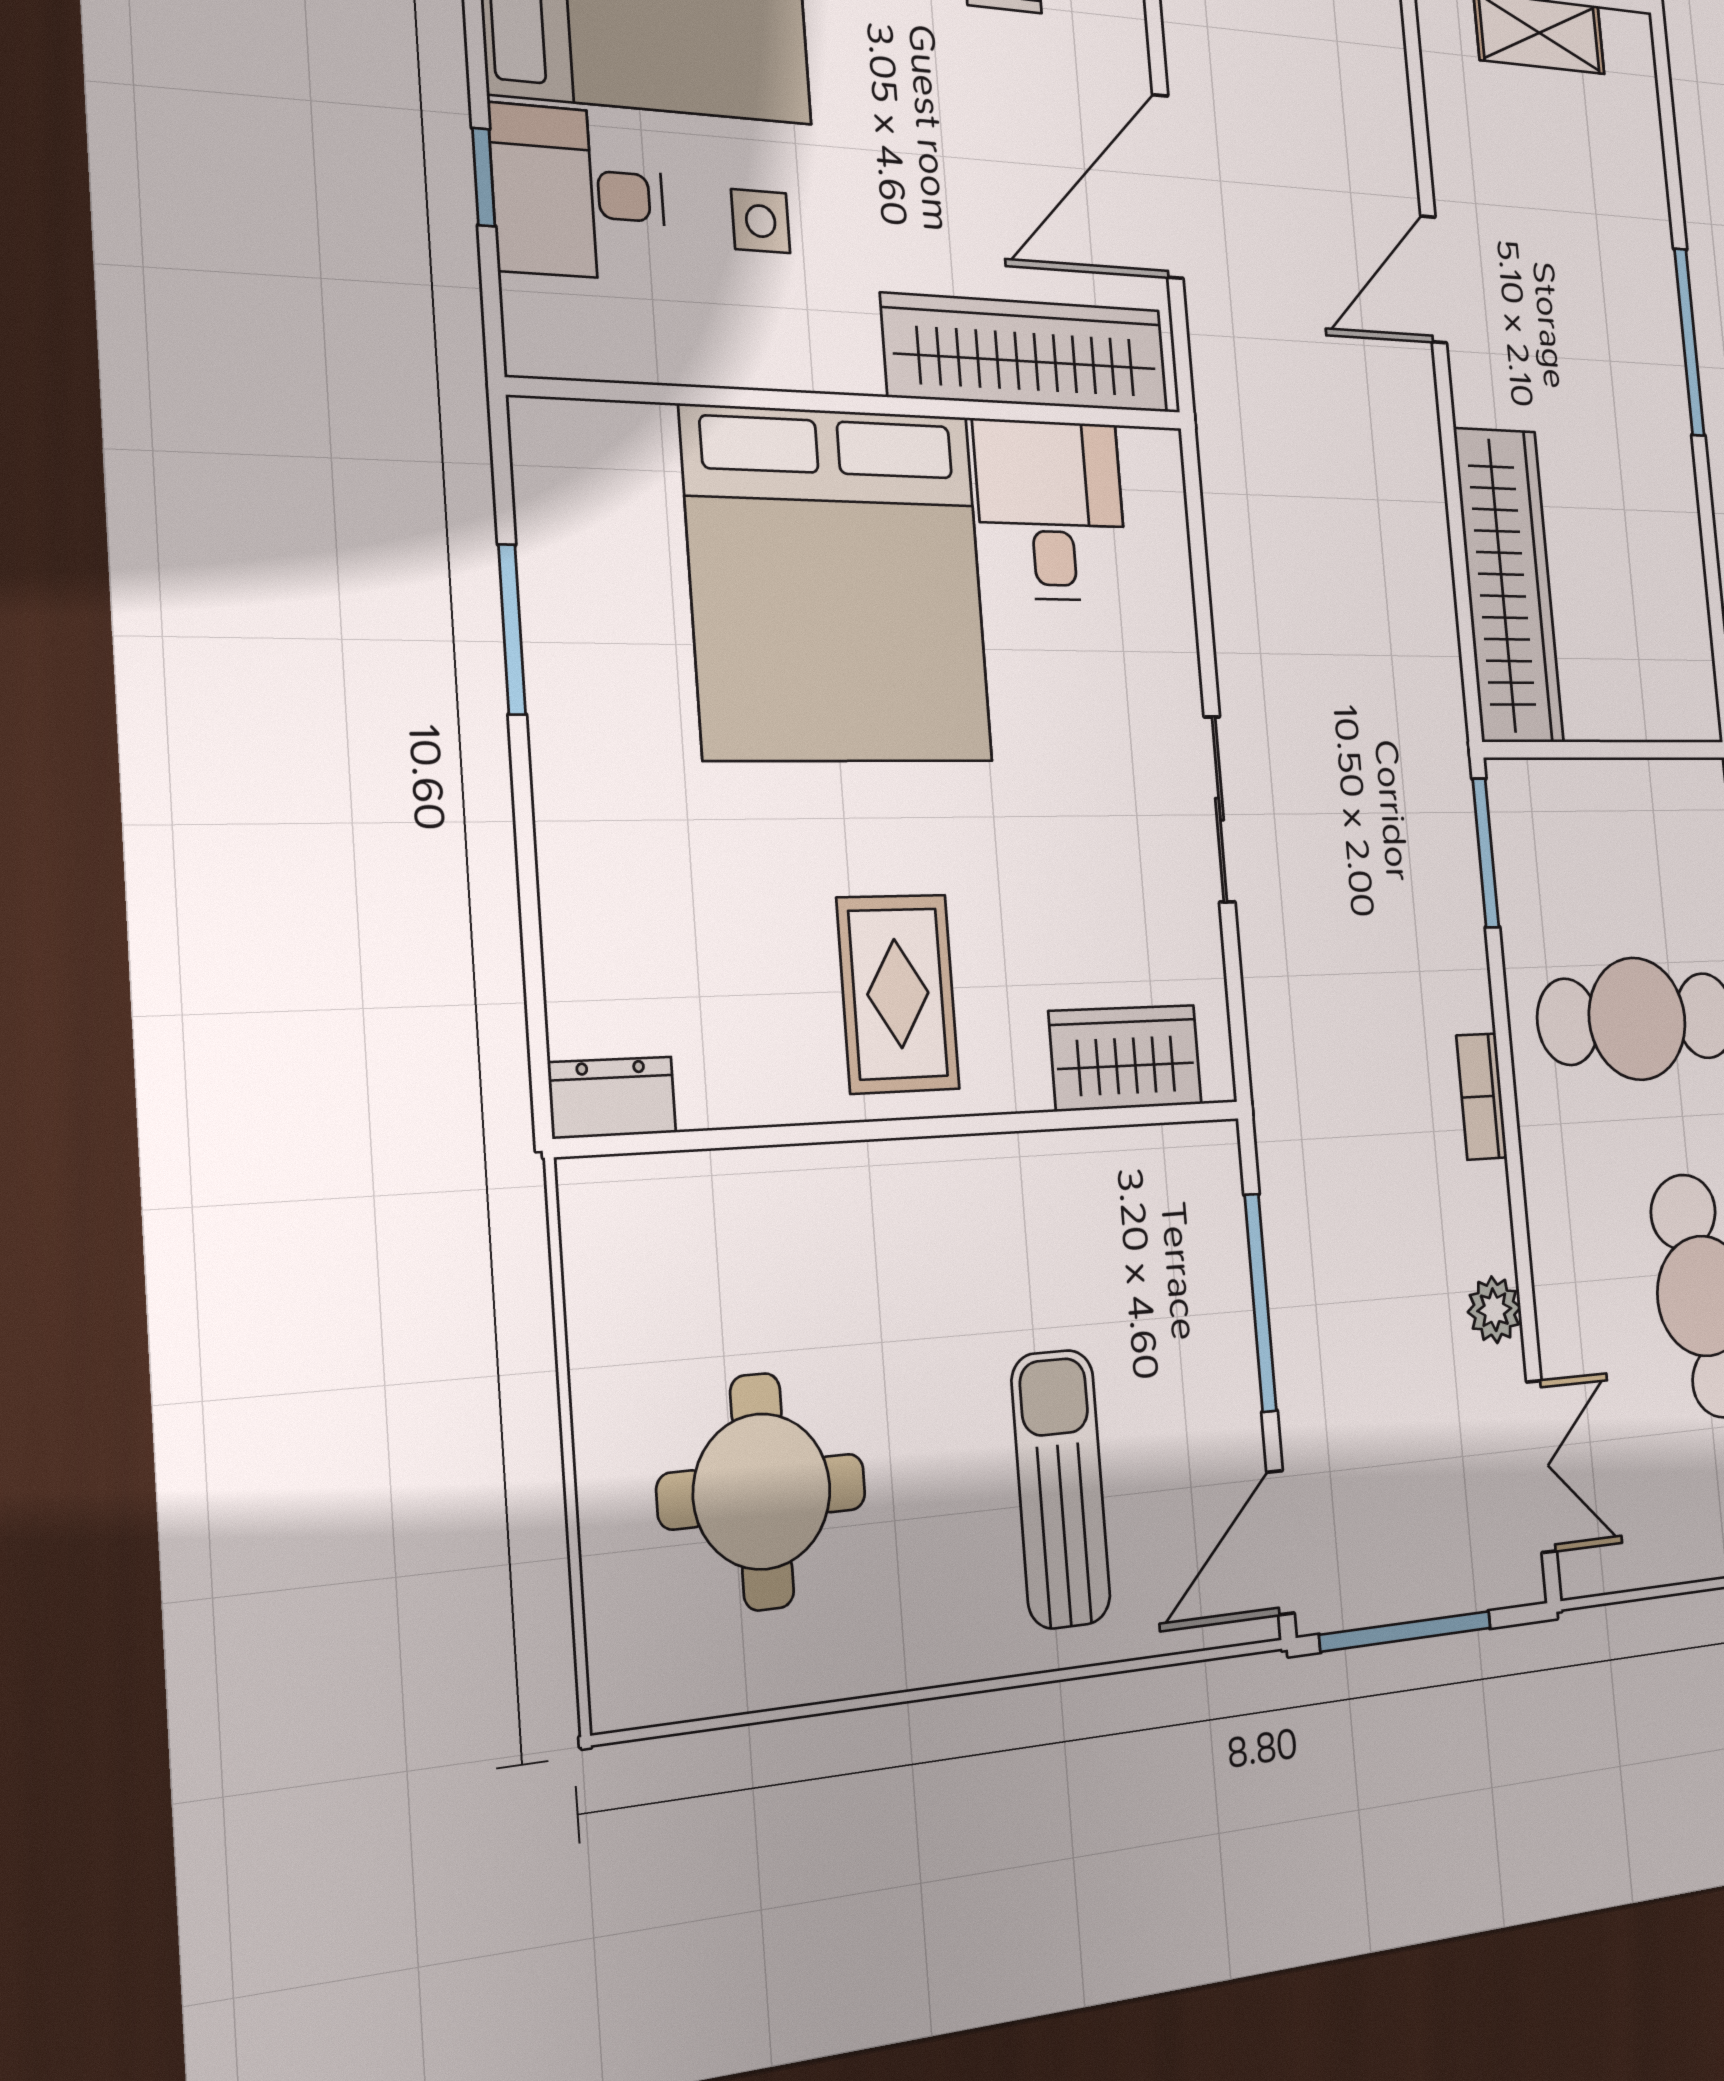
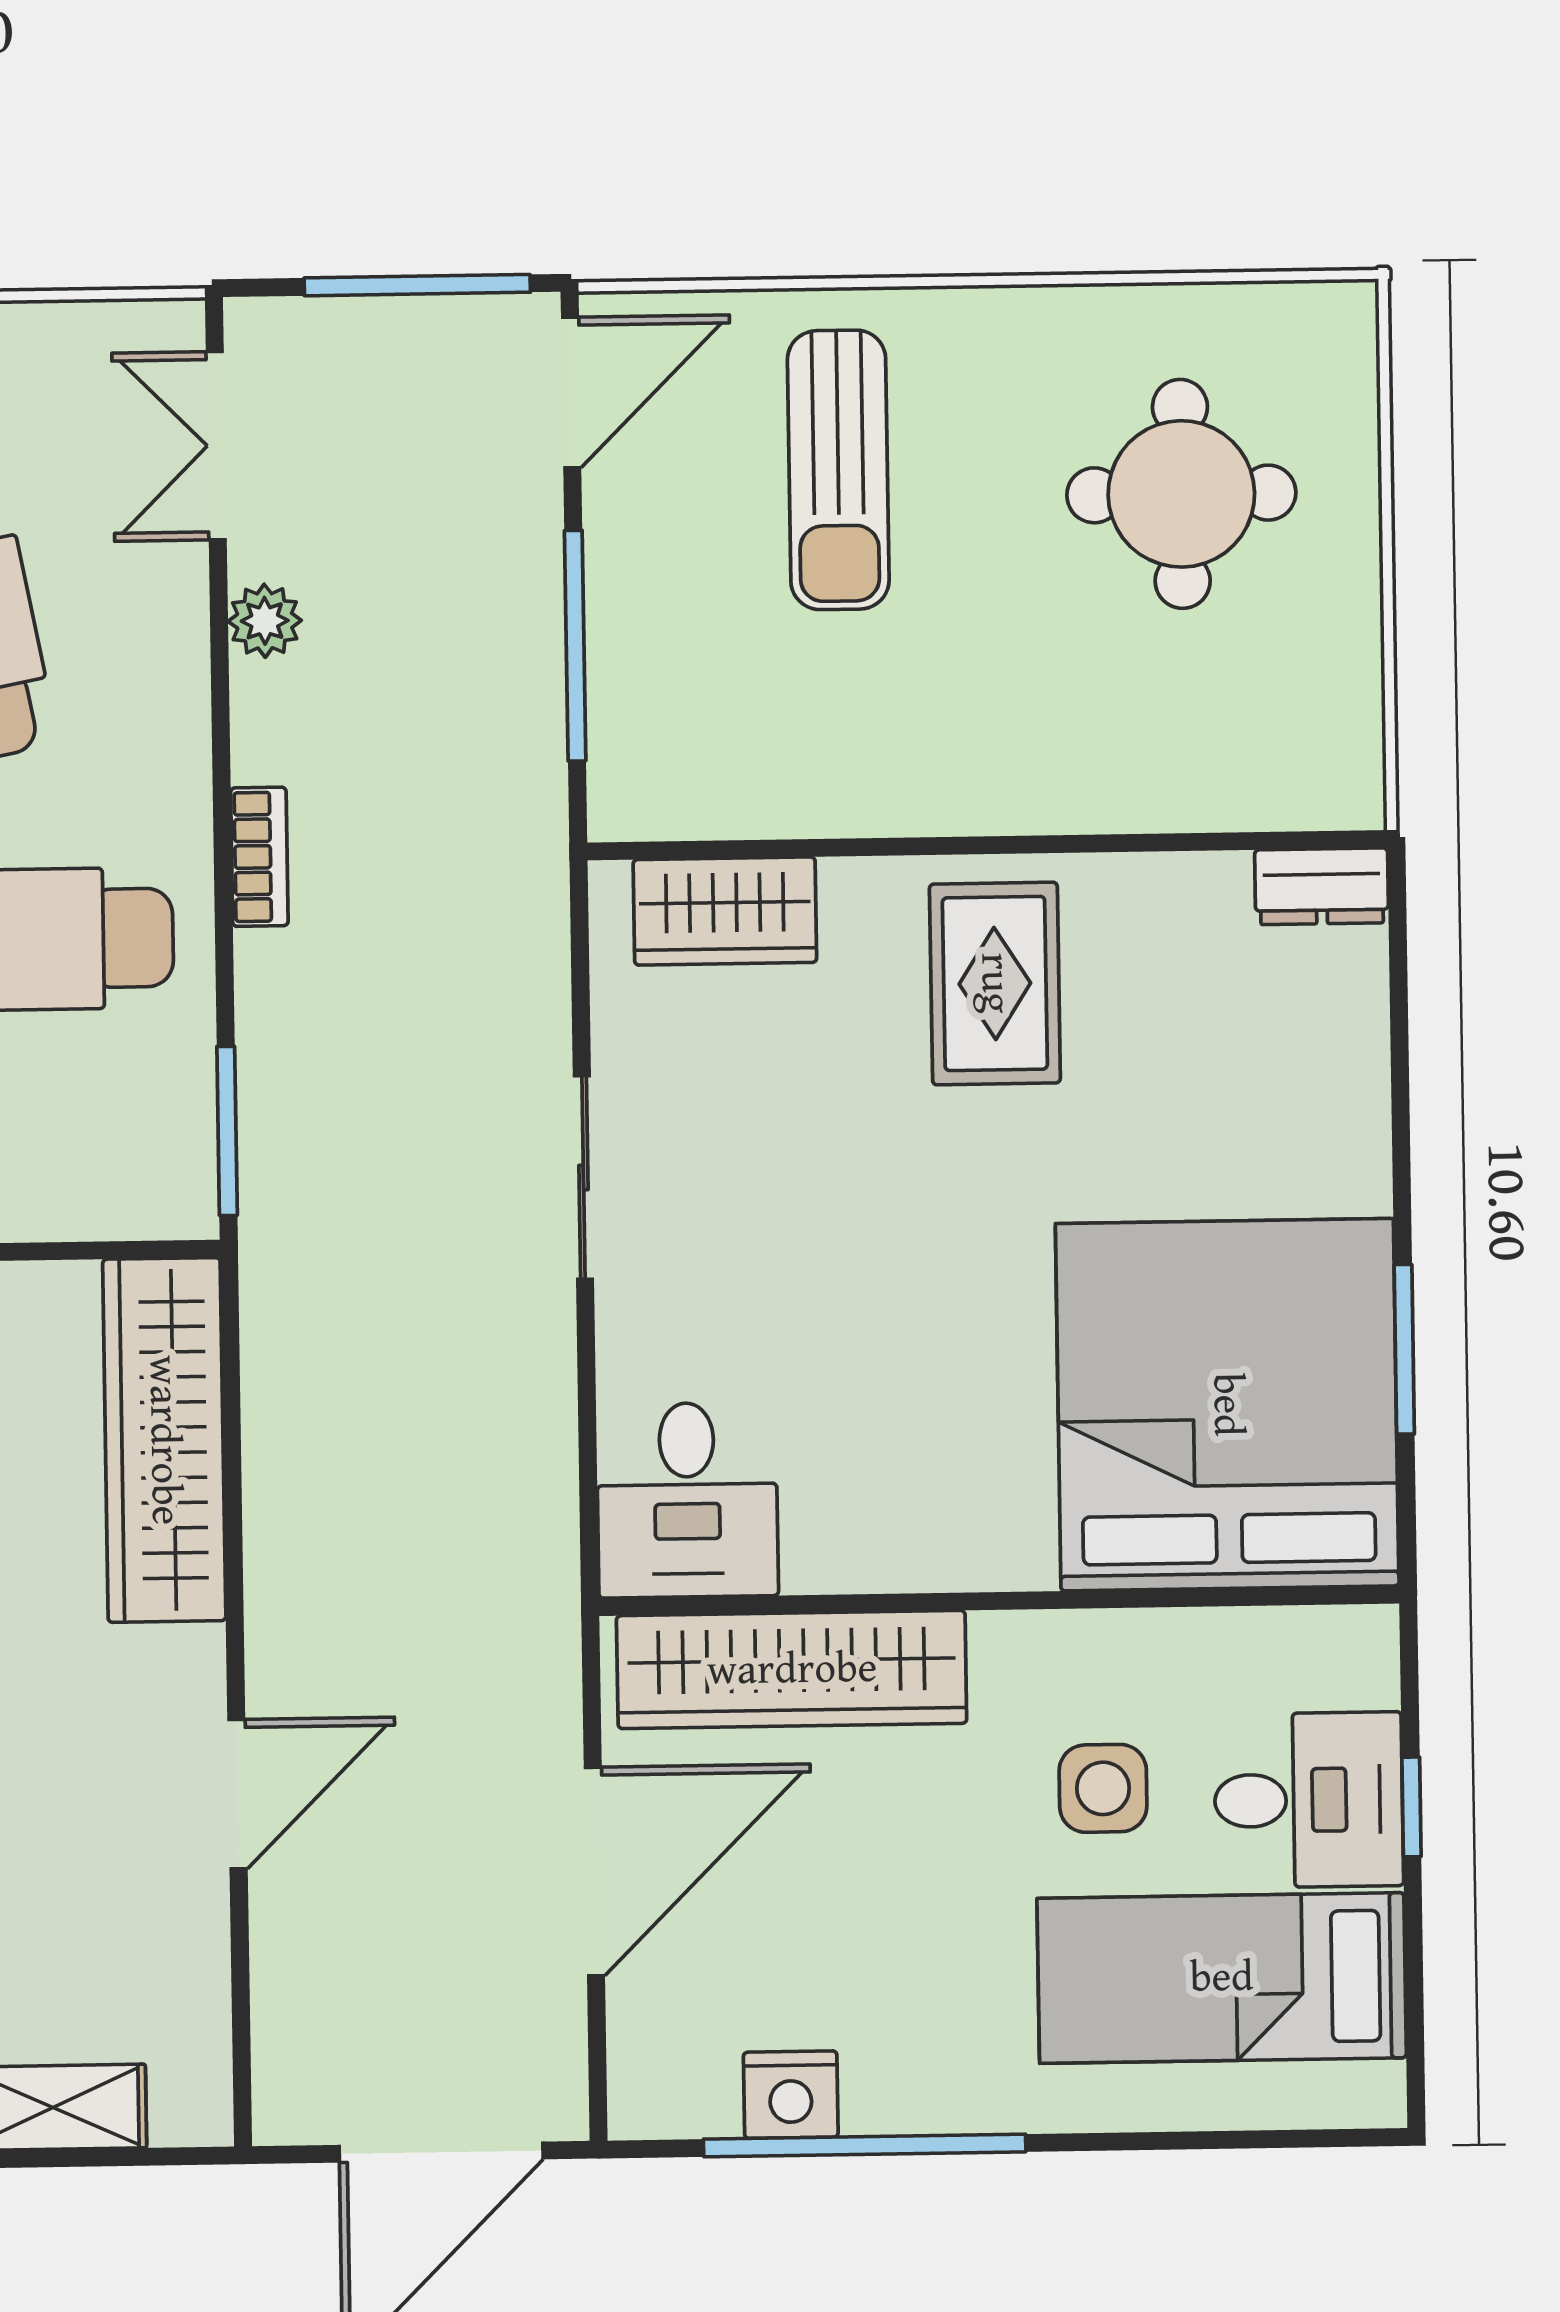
side table: (761, 221) -> (1103, 1788), width x1.37, depth x1.37
desk: (1051, 510) -> (687, 1500), moved
bed: (837, 585) -> (1227, 1405), moved

